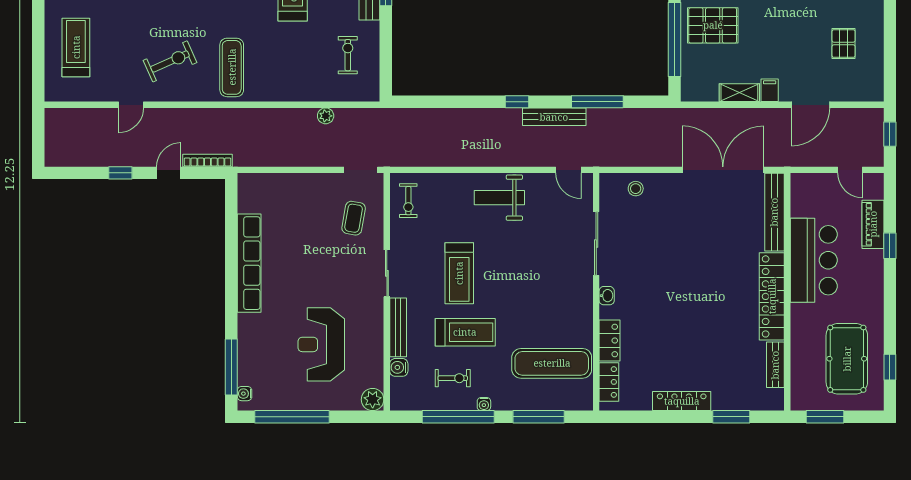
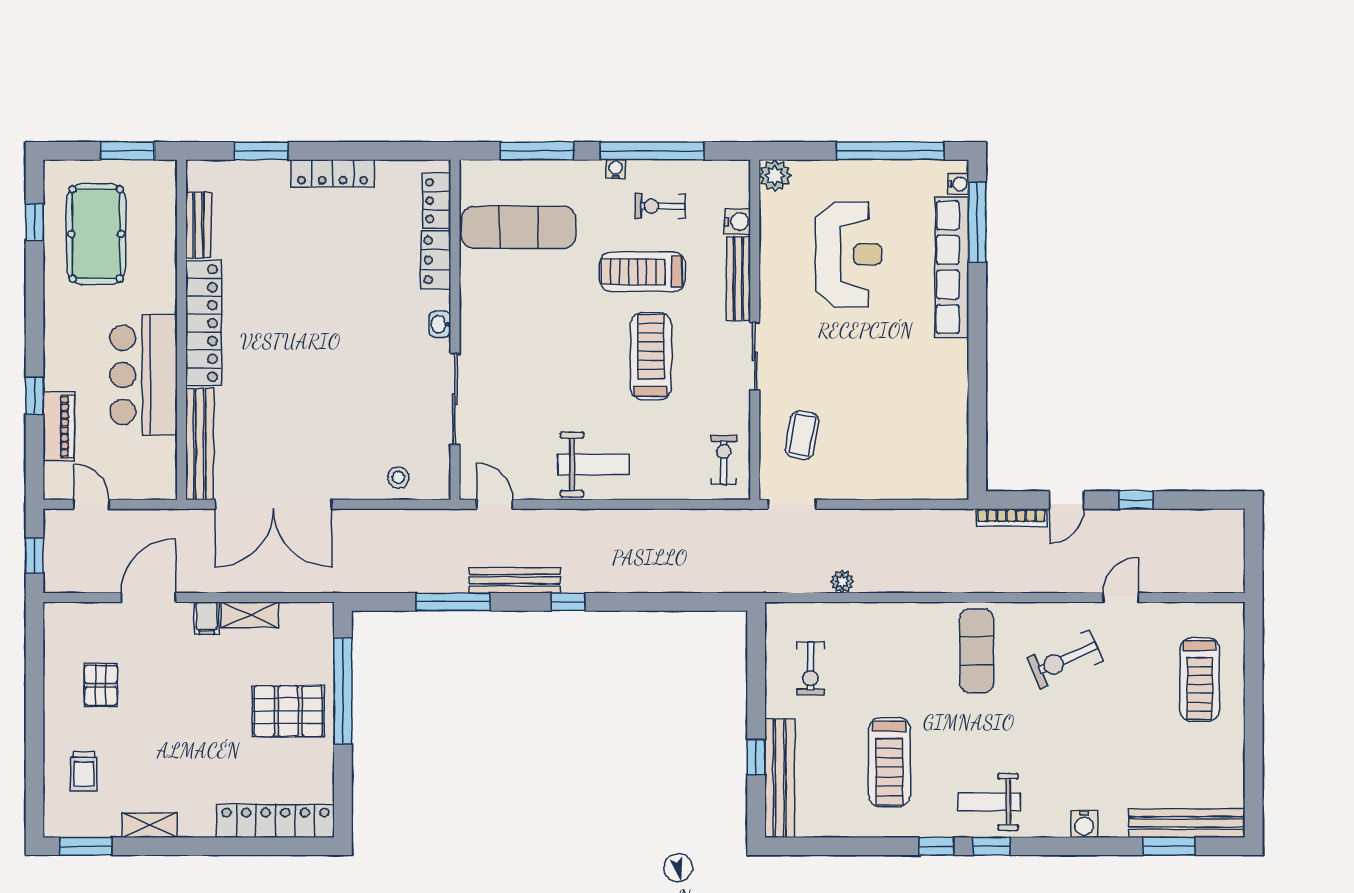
row of seats: (249, 263) -> (952, 267), moved

